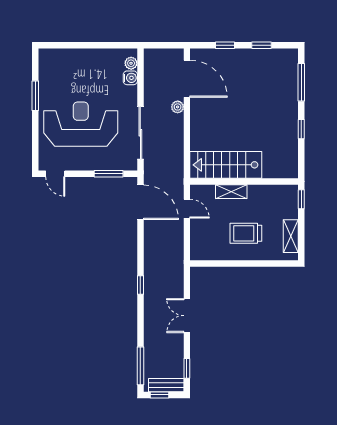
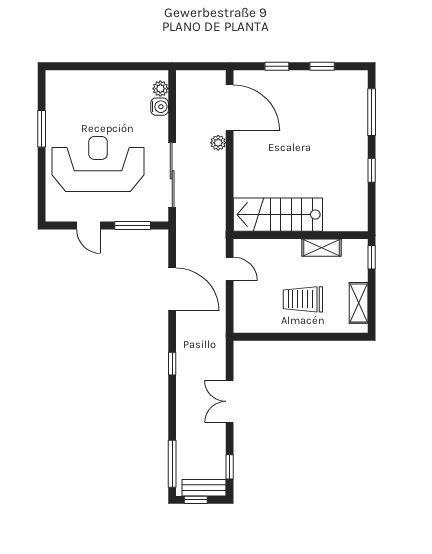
door: (55, 174) -> (88, 226), moved
shelving: (231, 192) -> (321, 248), moved
door: (140, 202) -> (172, 289), moved

